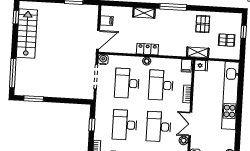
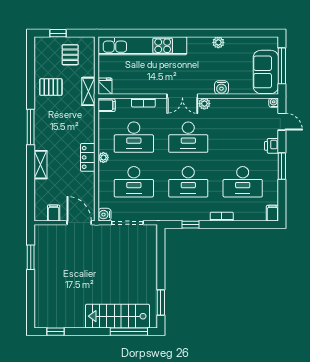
stairs: (27, 34) -> (118, 316), moved

